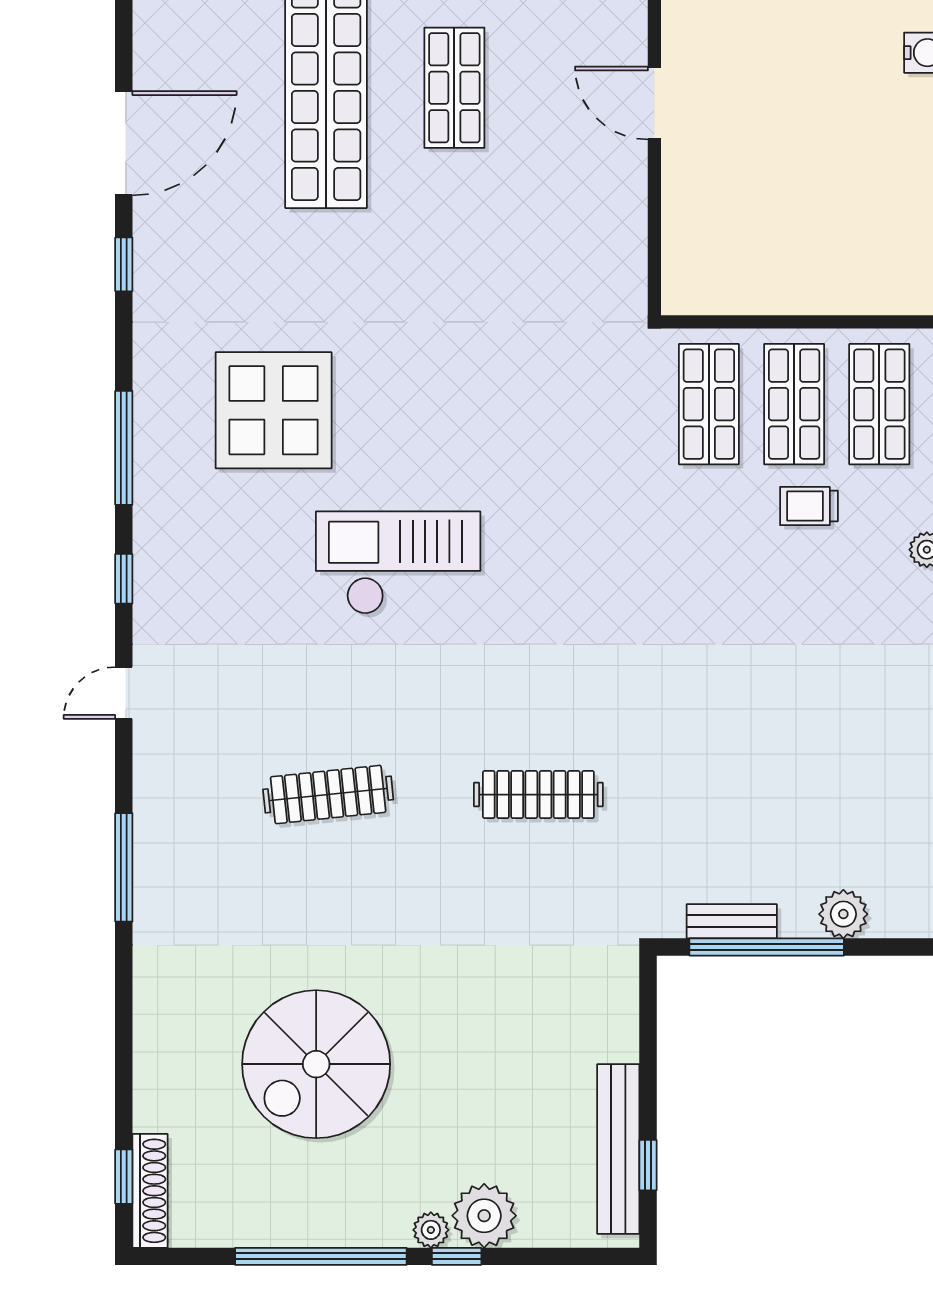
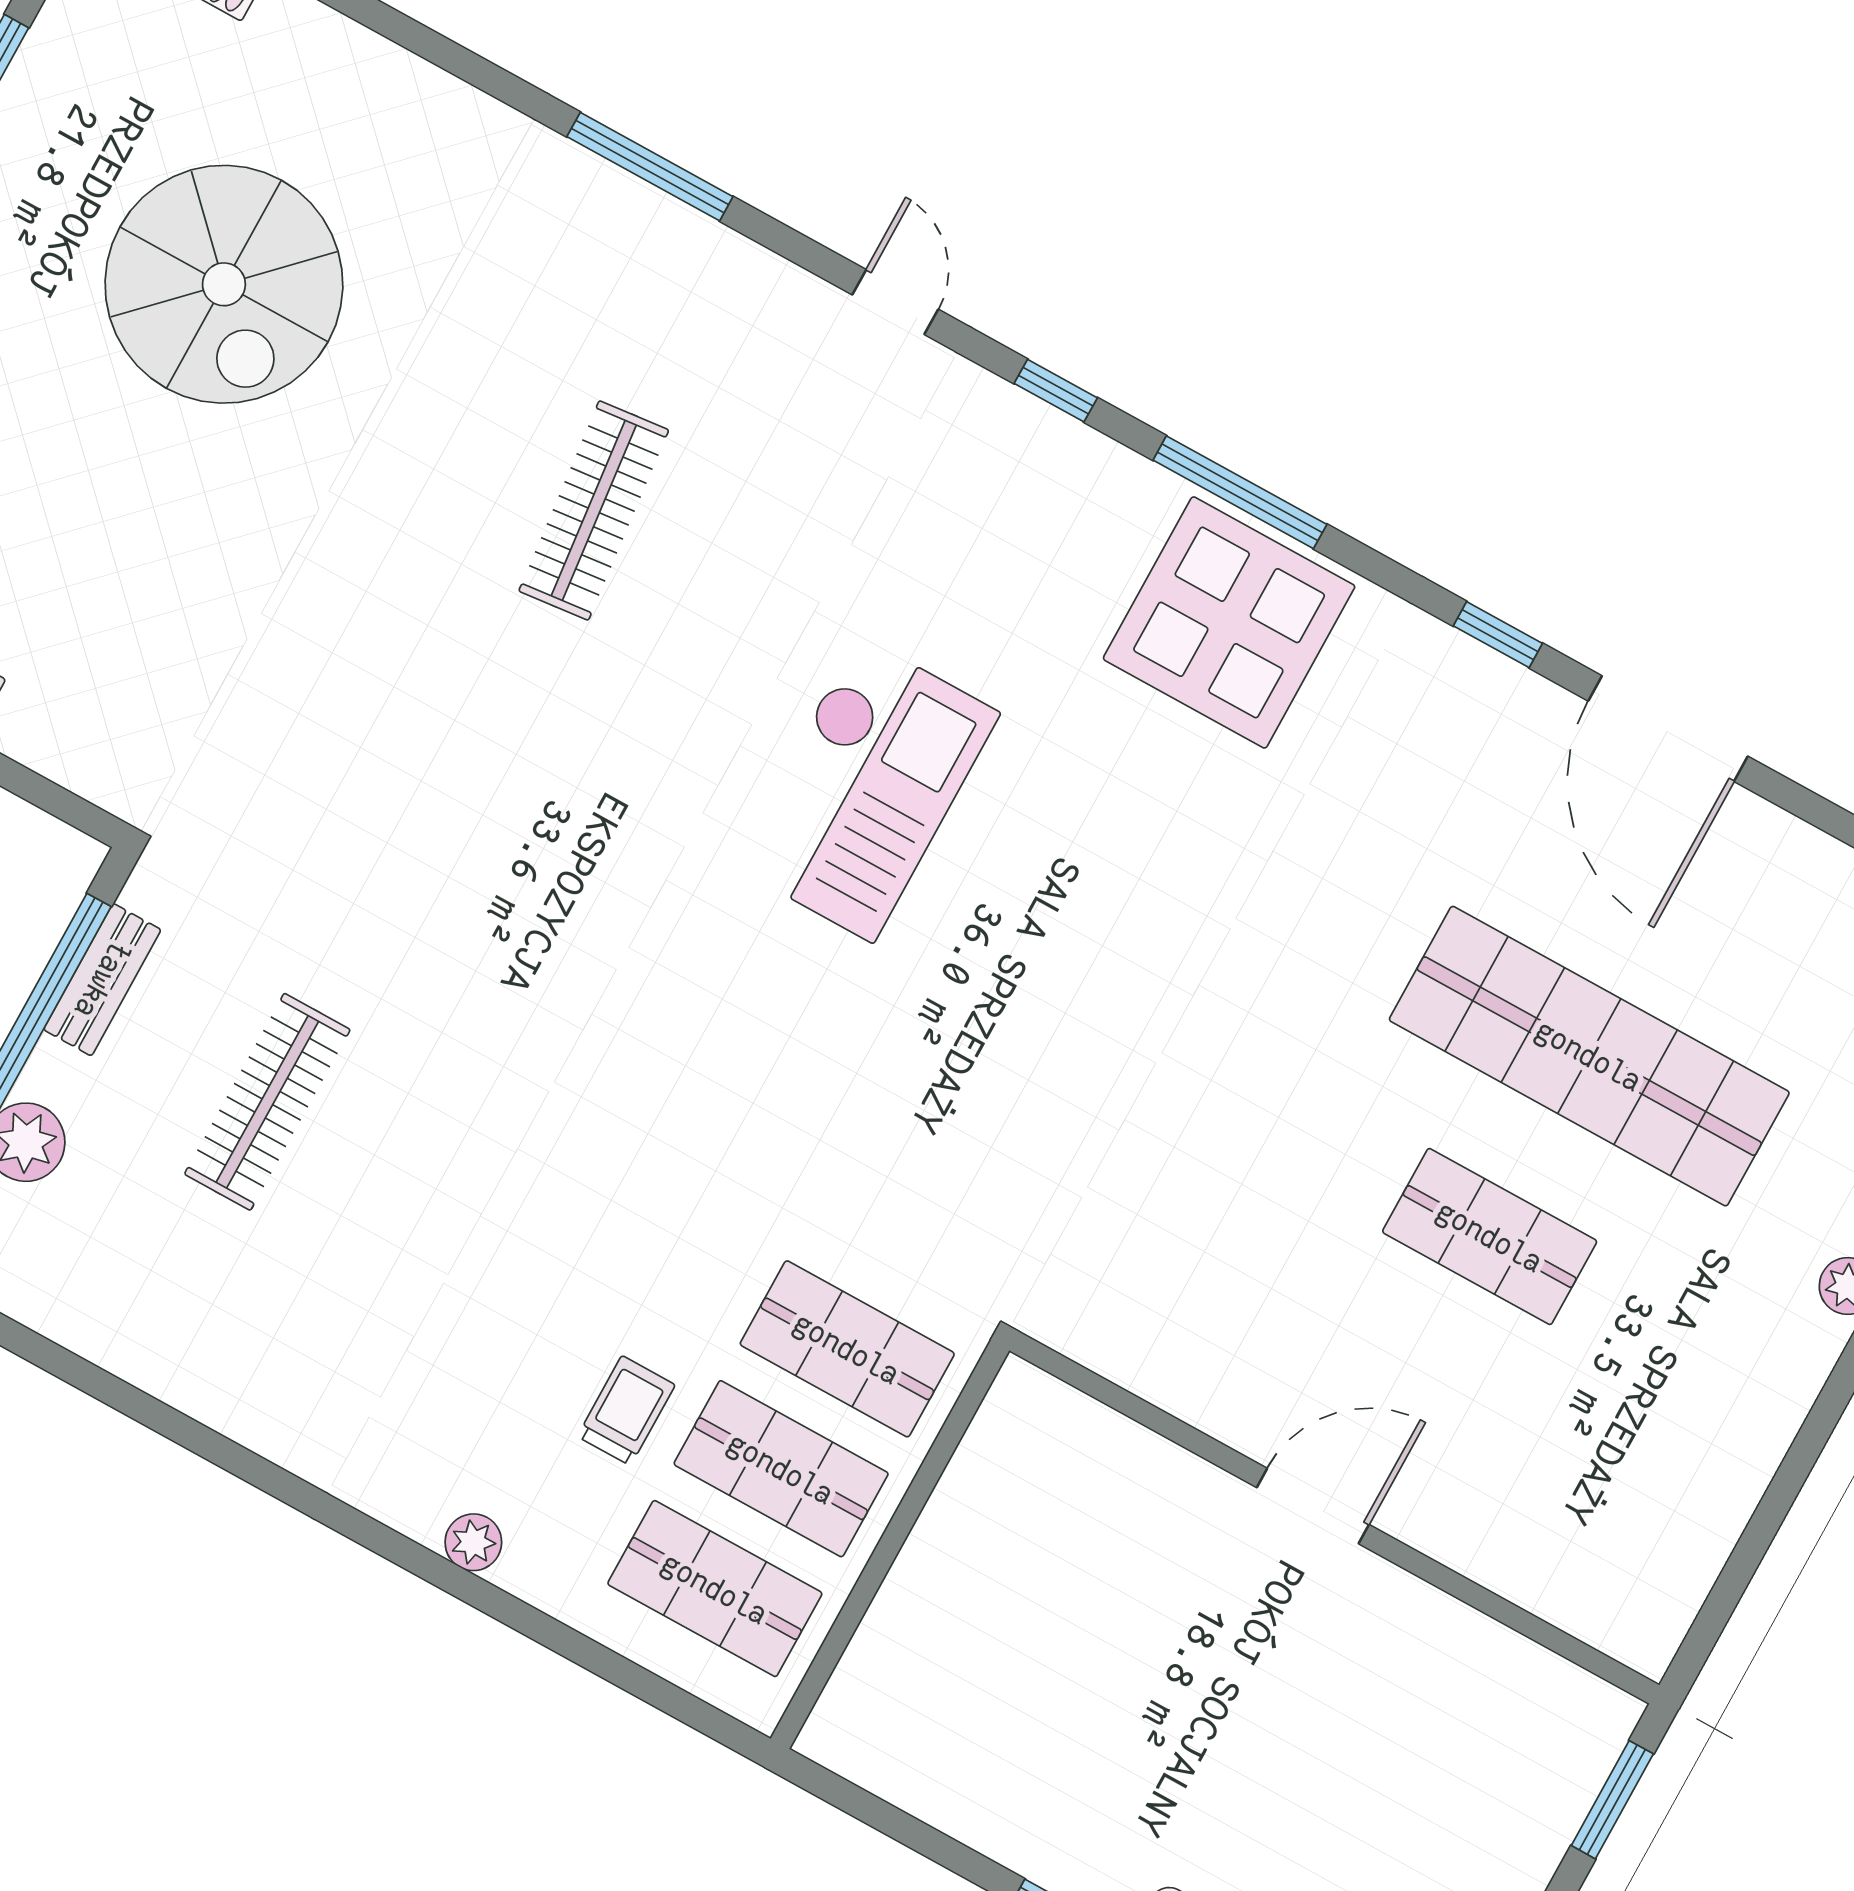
display table: (274, 410) -> (1229, 622), moved
clothes rail: (538, 795) -> (267, 1102), moved
spiral stairs: (316, 1064) -> (224, 284), turned 180

